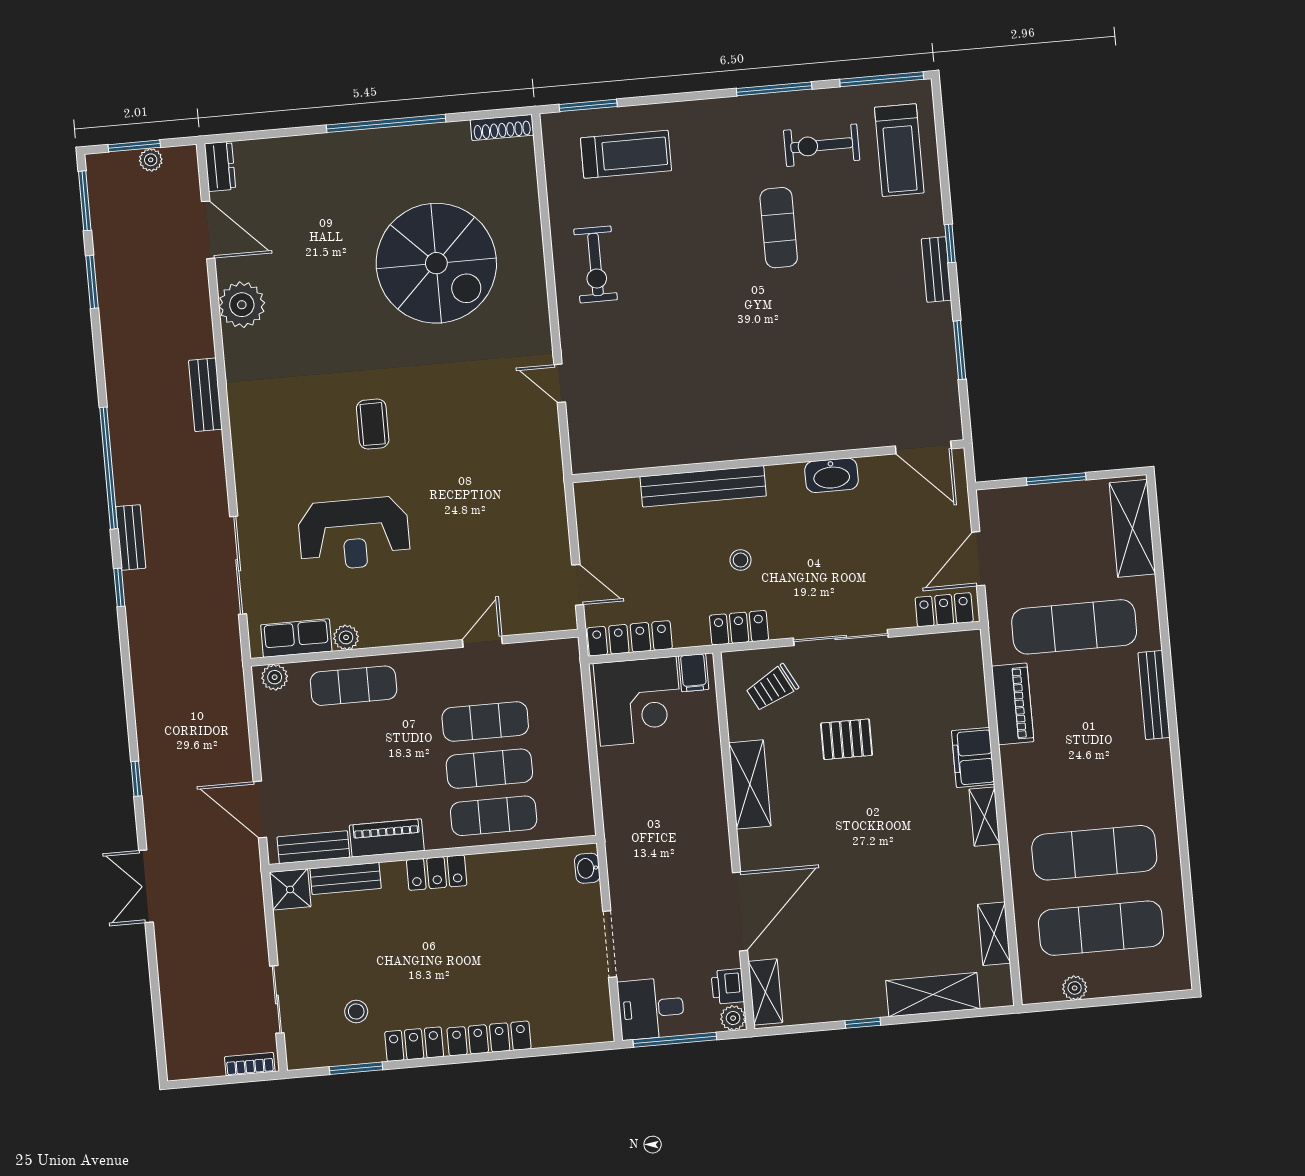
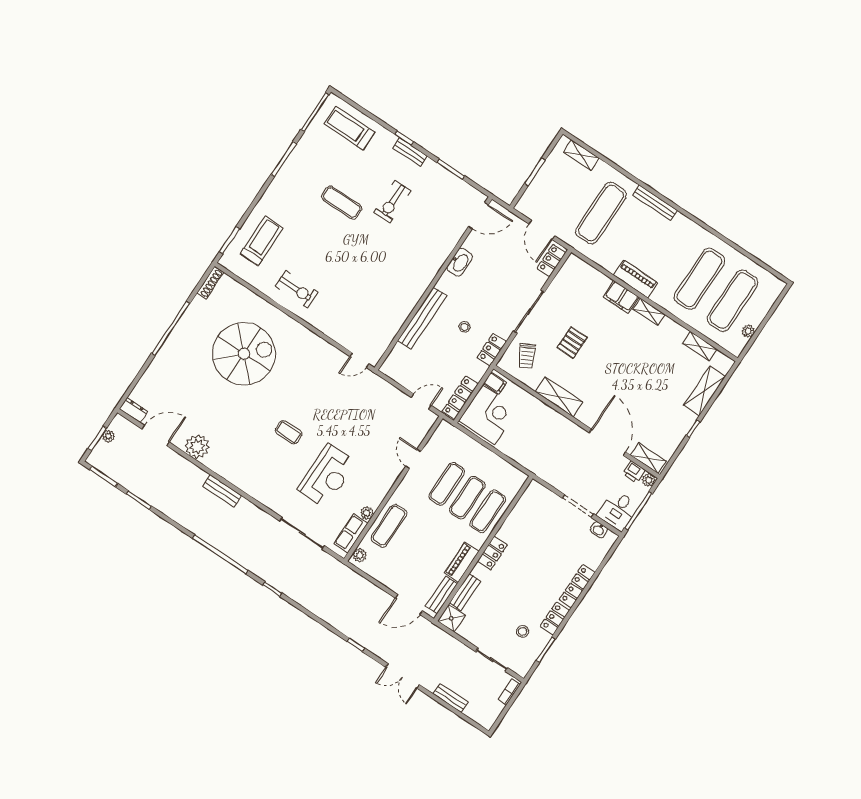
exercise bike: (822, 145) -> (392, 202), moved
treadmill: (899, 150) -> (350, 128), turned 180
door: (560, 383) -> (359, 360), moved
shelving: (1132, 528) -> (581, 155), width x0.67, depth x0.75
bench: (131, 537) -> (451, 698), moved
piano: (1013, 704) -> (636, 279), moved
washbasin: (587, 868) -> (599, 530), moved

